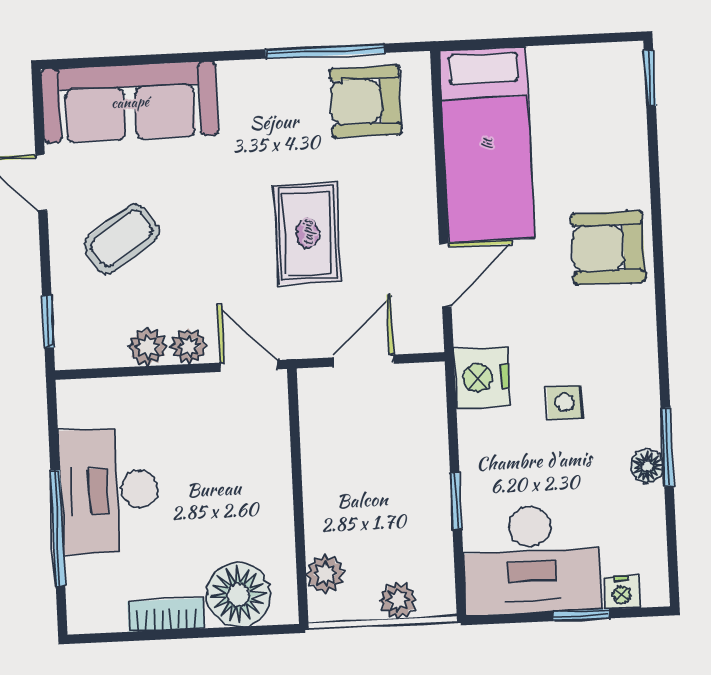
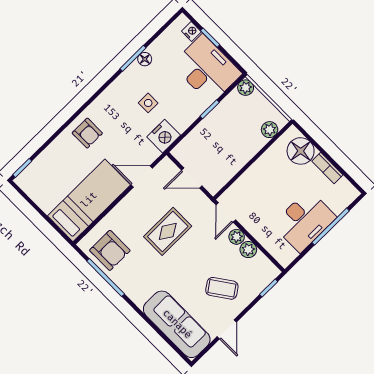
armchair: (608, 248) -> (87, 133), width x0.72, depth x0.72
plant: (398, 600) -> (246, 88), moved

